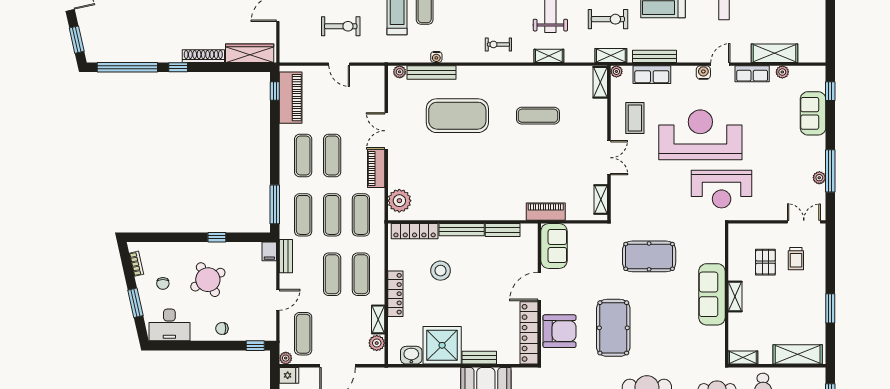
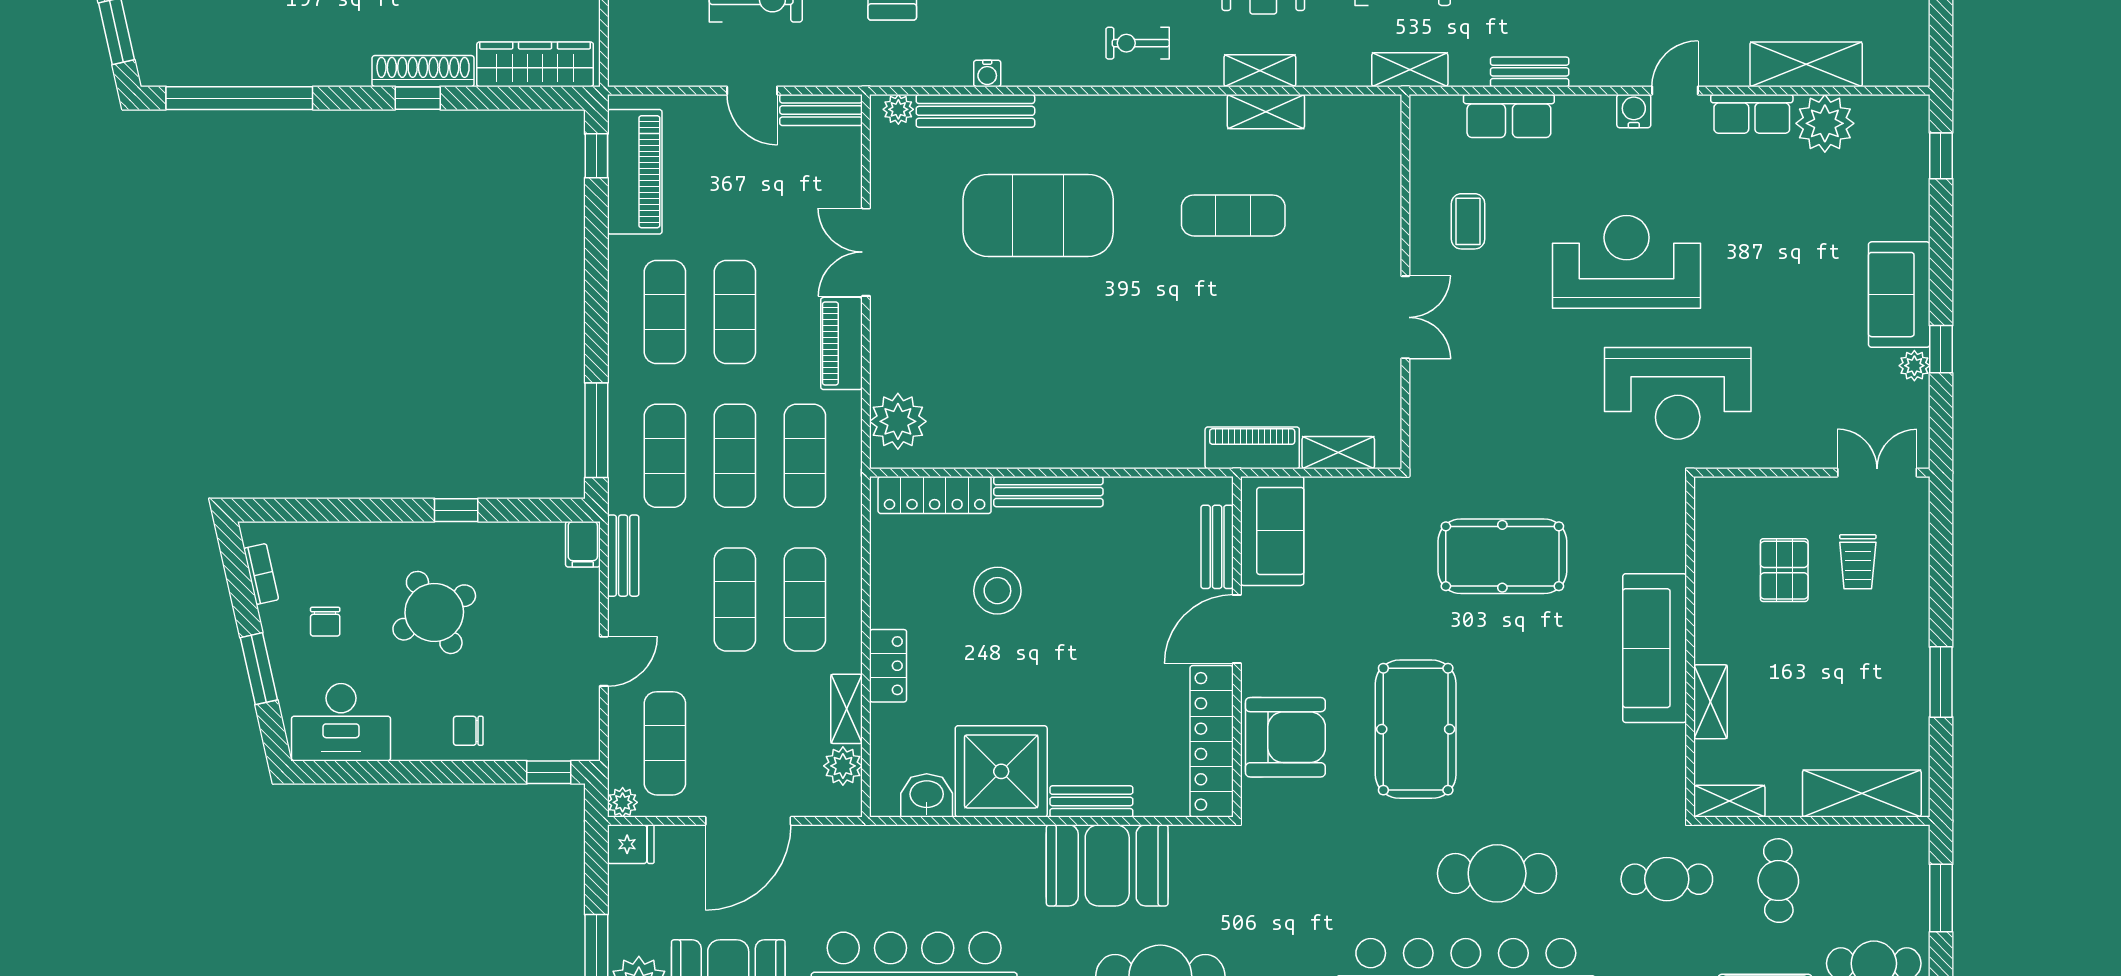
bench: (654, 56) -> (1530, 72), width x0.73
window: (178, 67) -> (418, 98), moved
plant: (616, 71) -> (1423, 109), removed
bench: (368, 72) -> (821, 110), added
plant: (782, 72) -> (1825, 123), width x1.87, depth x1.87
shelving: (600, 82) -> (1266, 112), moved, turned 90
sofa: (813, 113) -> (1899, 295), moved
coffee table: (635, 118) -> (1468, 221), width x0.73, depth x0.77
reception desk: (700, 135) -> (1627, 262), width x0.74, depth x0.77
window: (830, 171) -> (1941, 349), width x0.46
shelving: (601, 200) -> (1338, 453), moved, turned 90
bench: (503, 230) -> (1217, 547), moved, turned 90
locker: (395, 294) -> (888, 666), width x0.66
shelving: (735, 296) -> (1711, 702), moved

